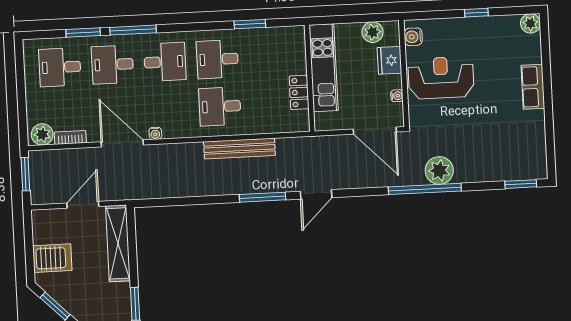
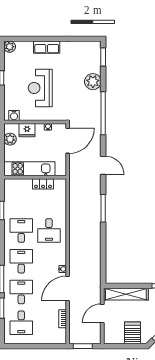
desk: (217, 59) -> (21, 230), turned 180
desk: (112, 65) -> (21, 292), turned 180
reception desk: (441, 78) -> (40, 88), moved
plant: (42, 134) -> (60, 335), removed
bench: (239, 148) -> (74, 220), removed
plant: (439, 170) -> (93, 82), moved
door: (316, 194) -> (103, 165), moved
door: (83, 205) -> (102, 313), hinge flipped

